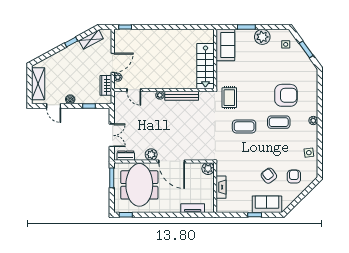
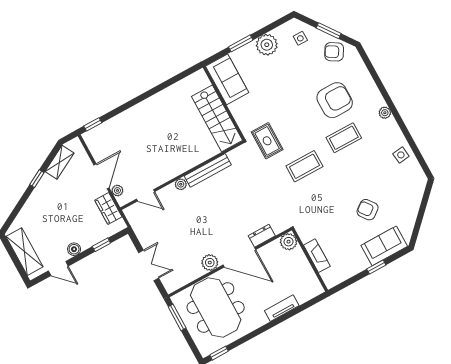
dresser: (126, 156) -> (262, 236), moved
armchair: (294, 177) -> (334, 52), moved, turned -59
tv unit: (193, 208) -> (282, 308), moved

